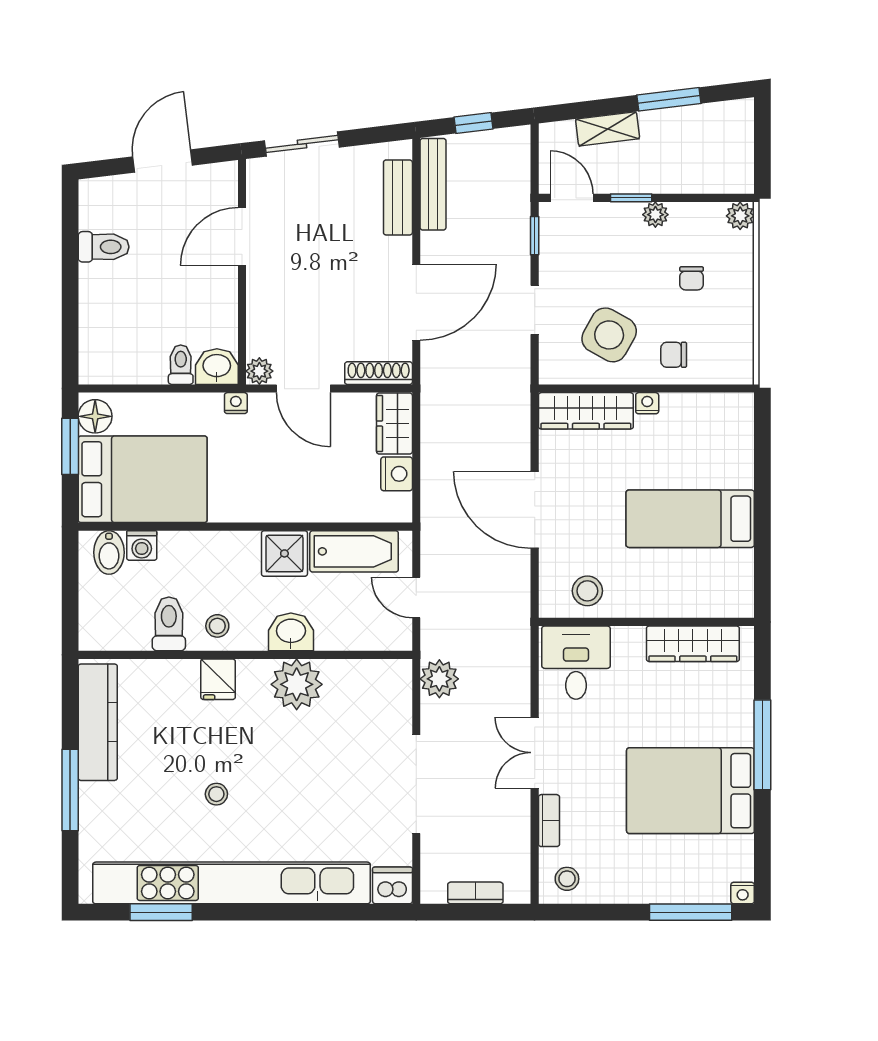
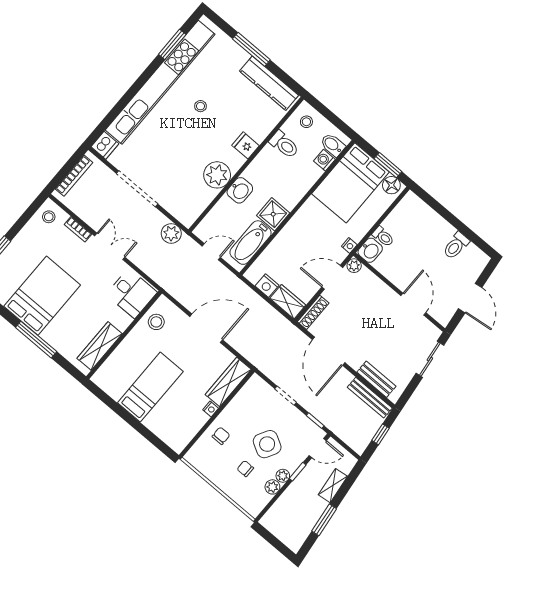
plant: (740, 216) -> (272, 487), moved
side table: (609, 335) -> (267, 444), moved
stool: (217, 626) -> (306, 122), moved
bookcase: (475, 893) -> (74, 176), width x1.56

